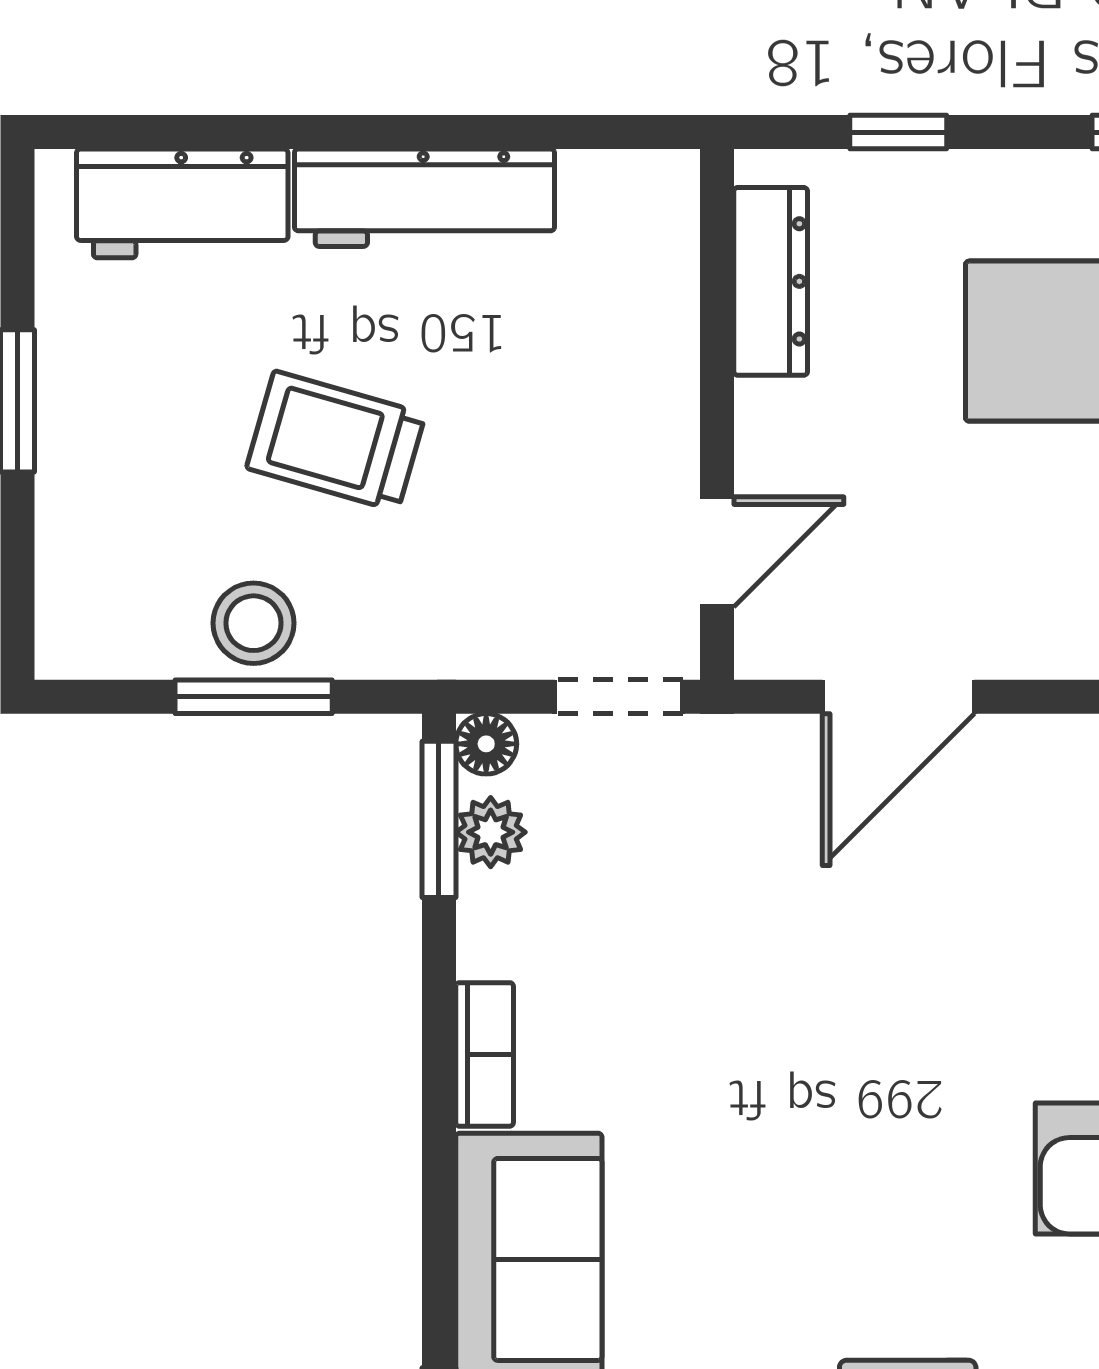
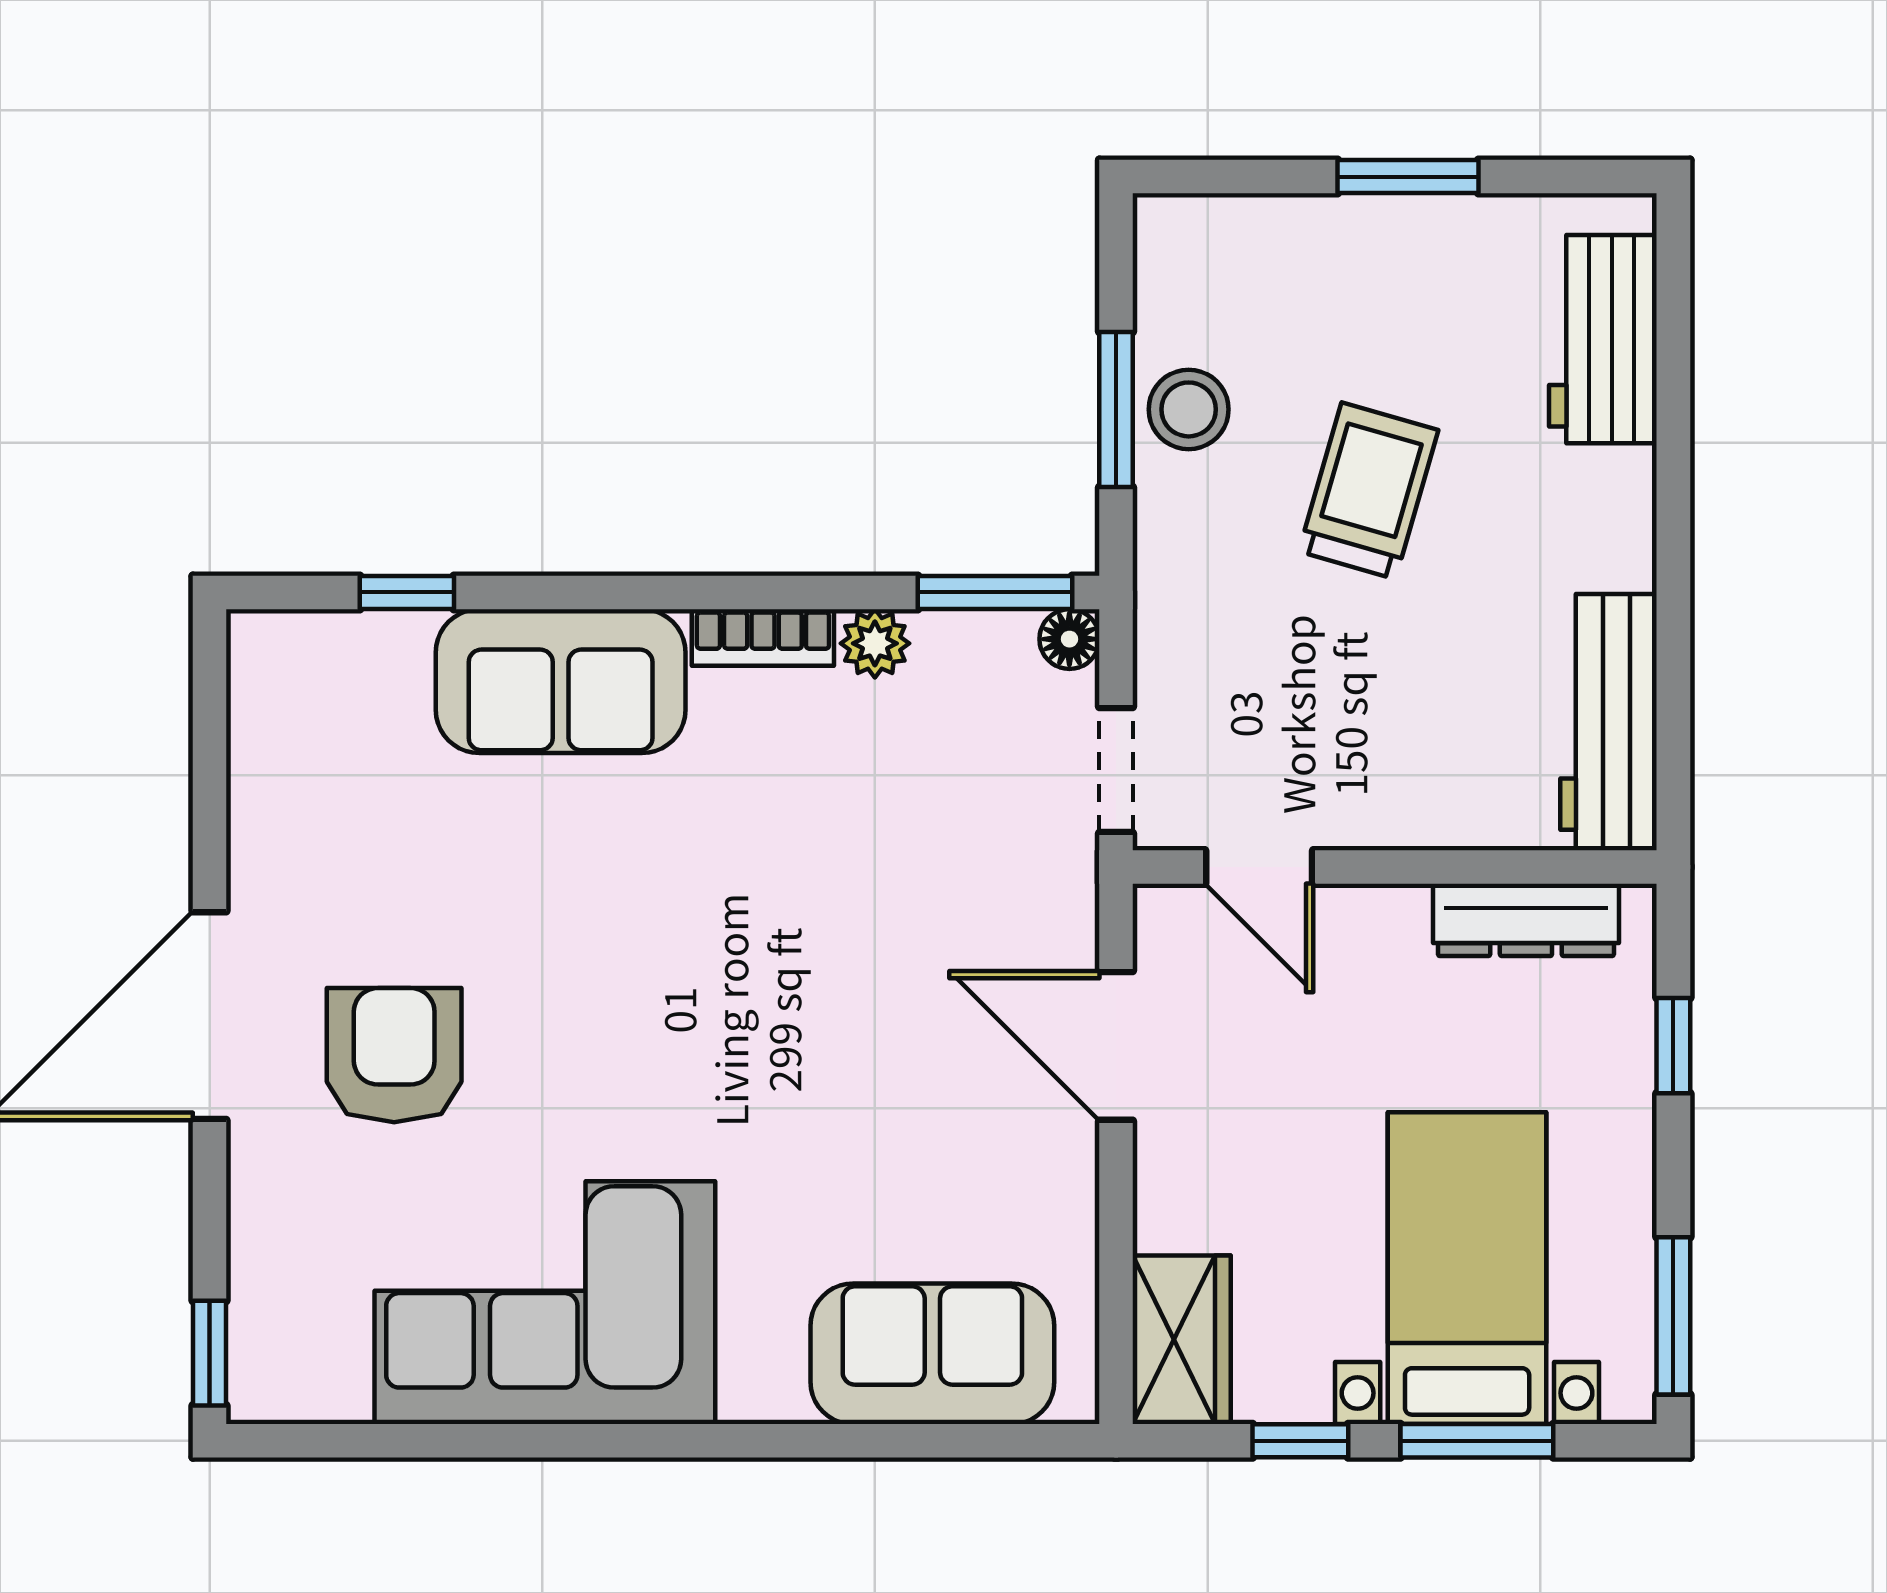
workbench: (424, 198) -> (1609, 722), moved
plant: (491, 832) -> (875, 643), moved

